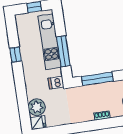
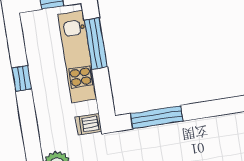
window: (63, 51) -> (96, 43), moved

